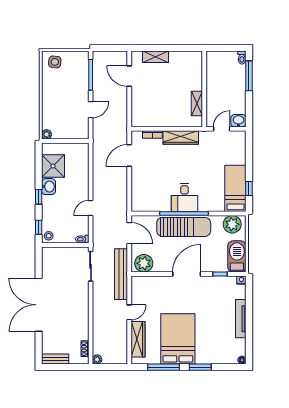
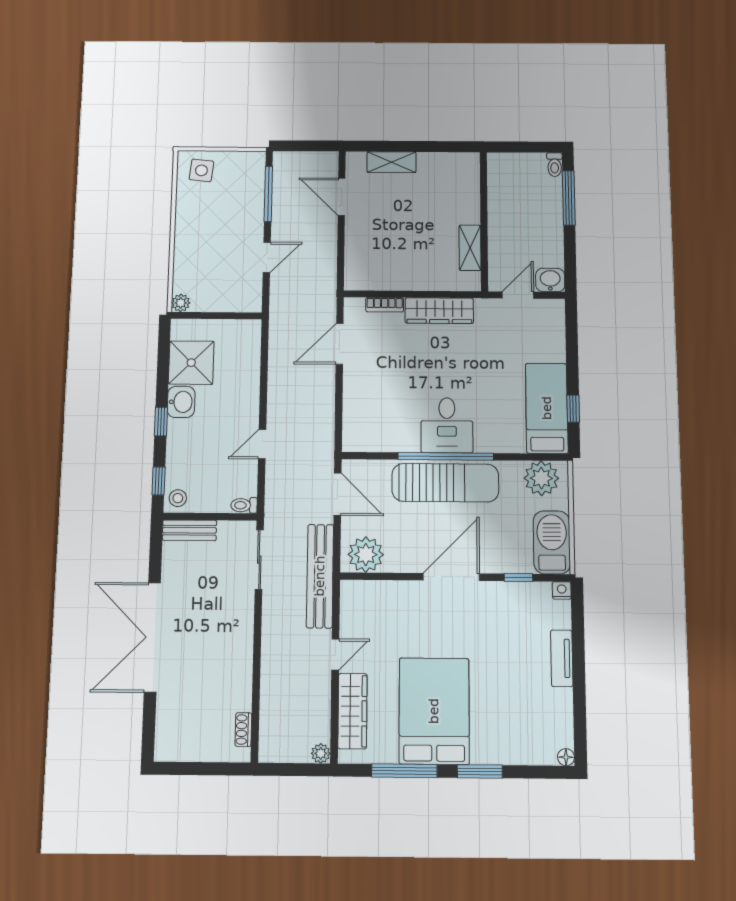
tv unit: (241, 319) -> (562, 658), width x0.71
bench: (55, 359) -> (189, 530), moved
plant: (97, 359) -> (321, 753), moved

